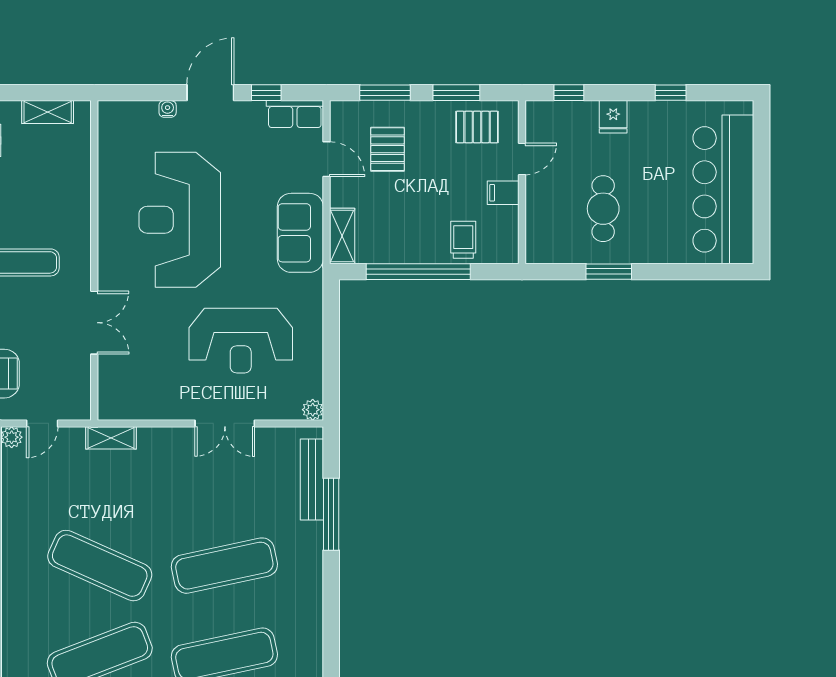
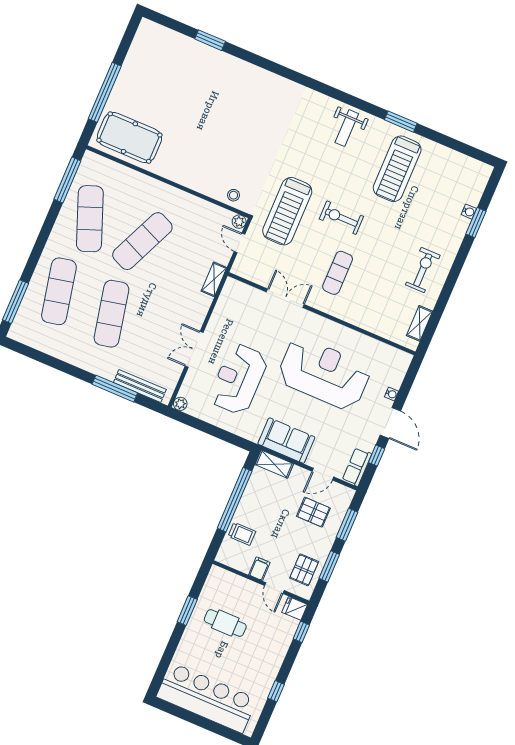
fridge: (613, 117) -> (295, 608), moved
double door: (94, 323) -> (285, 298), swing flipped

